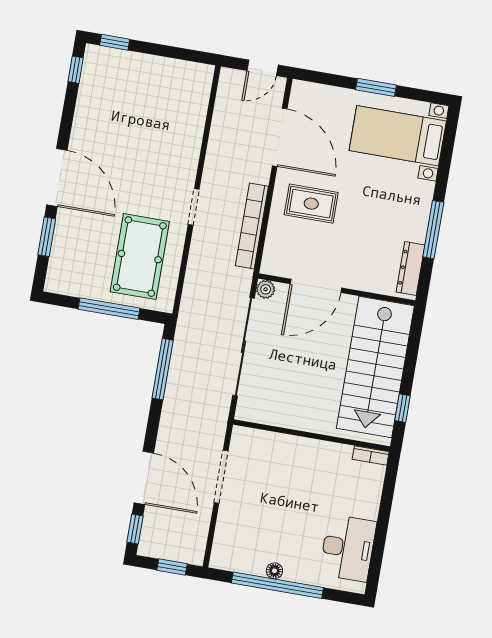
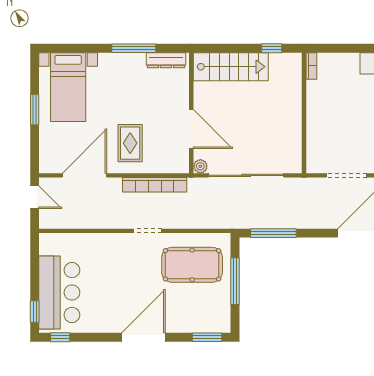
bar counter: (134, 78) -> (59, 292), added
window: (47, 237) -> (207, 337), moved
stairs: (375, 367) -> (231, 67), width x0.73, depth x0.66

